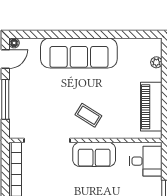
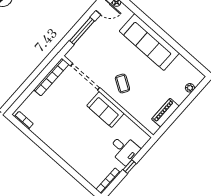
piano: (151, 107) -> (165, 113), width x0.73, depth x0.75
desk: (146, 161) -> (124, 149), moved

